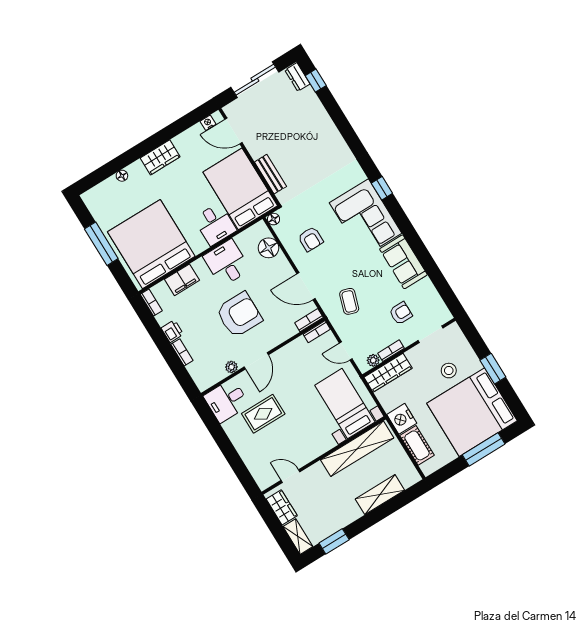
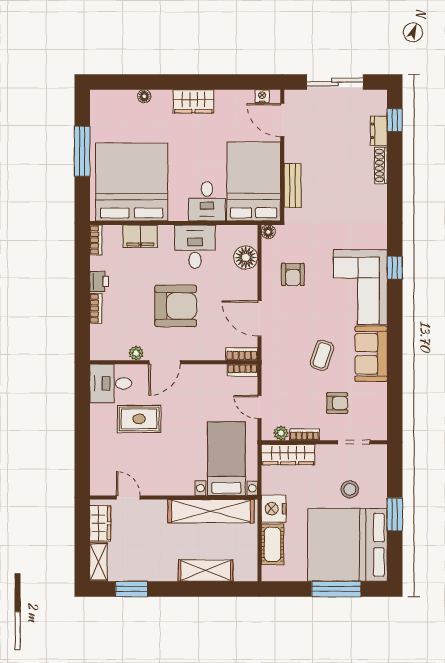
dresser: (297, 77) -> (379, 131), moved
shoe rack: (326, 120) -> (381, 165), added
coffee table: (349, 301) -> (322, 355), moved

